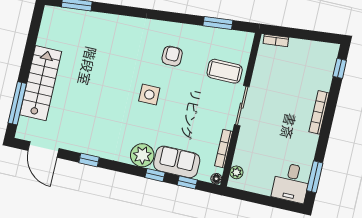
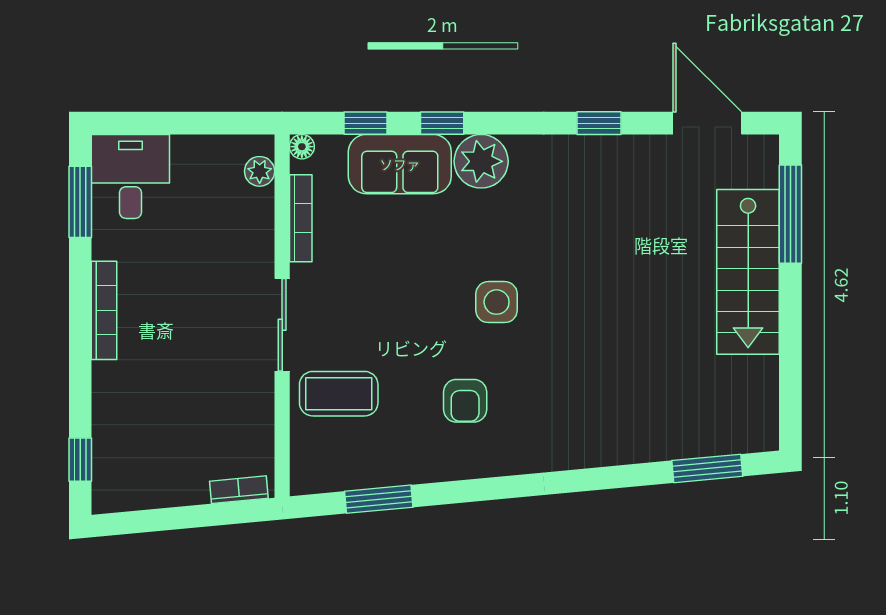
bookcase: (319, 112) -> (104, 310), moved

